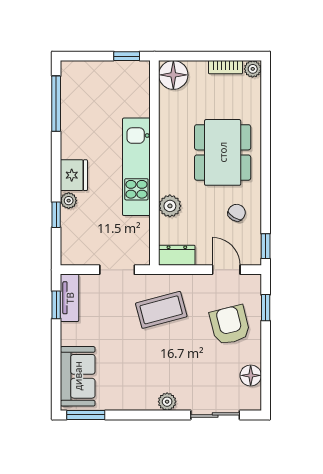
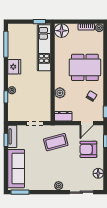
dining table: (223, 152) -> (85, 67), turned 90
kitchen unit: (136, 167) -> (44, 48), moved
fridge: (74, 175) -> (14, 67), moved
door: (226, 270) -> (87, 123), swing flipped
armchair: (230, 325) -> (88, 149), turned -76
sofa: (78, 376) -> (16, 169), width x1.36

